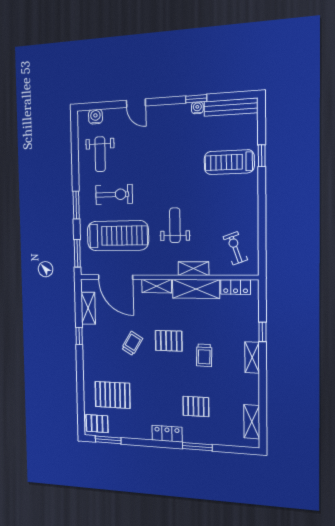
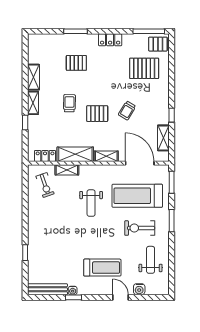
water cooler: (95, 117) -> (139, 289), moved
treadmill: (229, 162) -> (102, 268), moved
shelving: (193, 269) -> (67, 170), moved
shelving: (252, 422) -> (34, 77), moved
locker: (167, 434) -> (110, 40), moved
window: (108, 440) -> (149, 31), width x1.44

